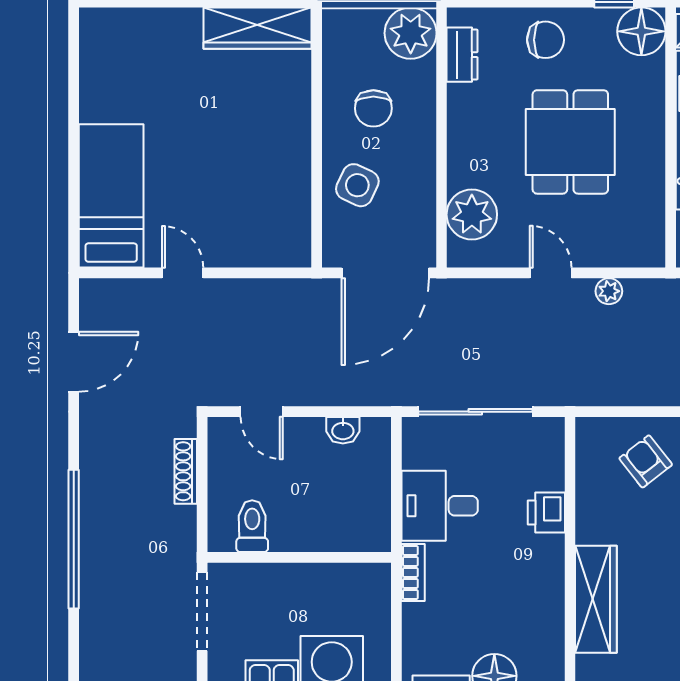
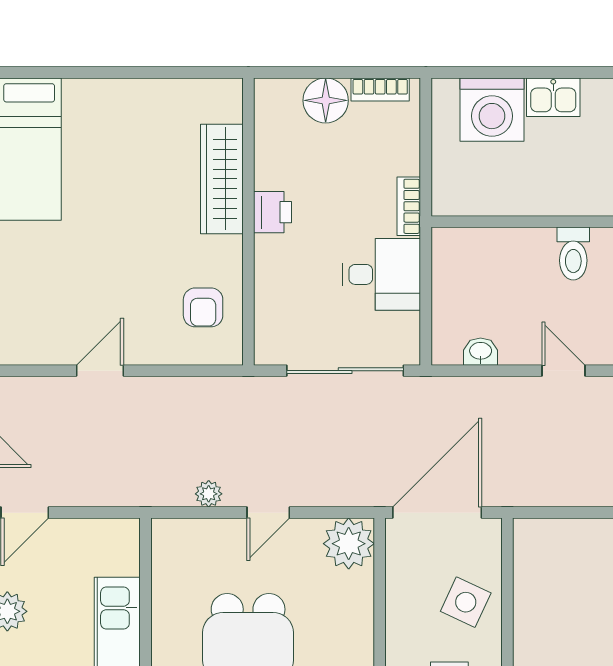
plant: (472, 214) -> (349, 544), moved
door: (551, 273) -> (268, 513), hinge flipped
armchair: (646, 461) -> (203, 307), moved, turned 38
printer: (546, 513) -> (273, 212), moved

